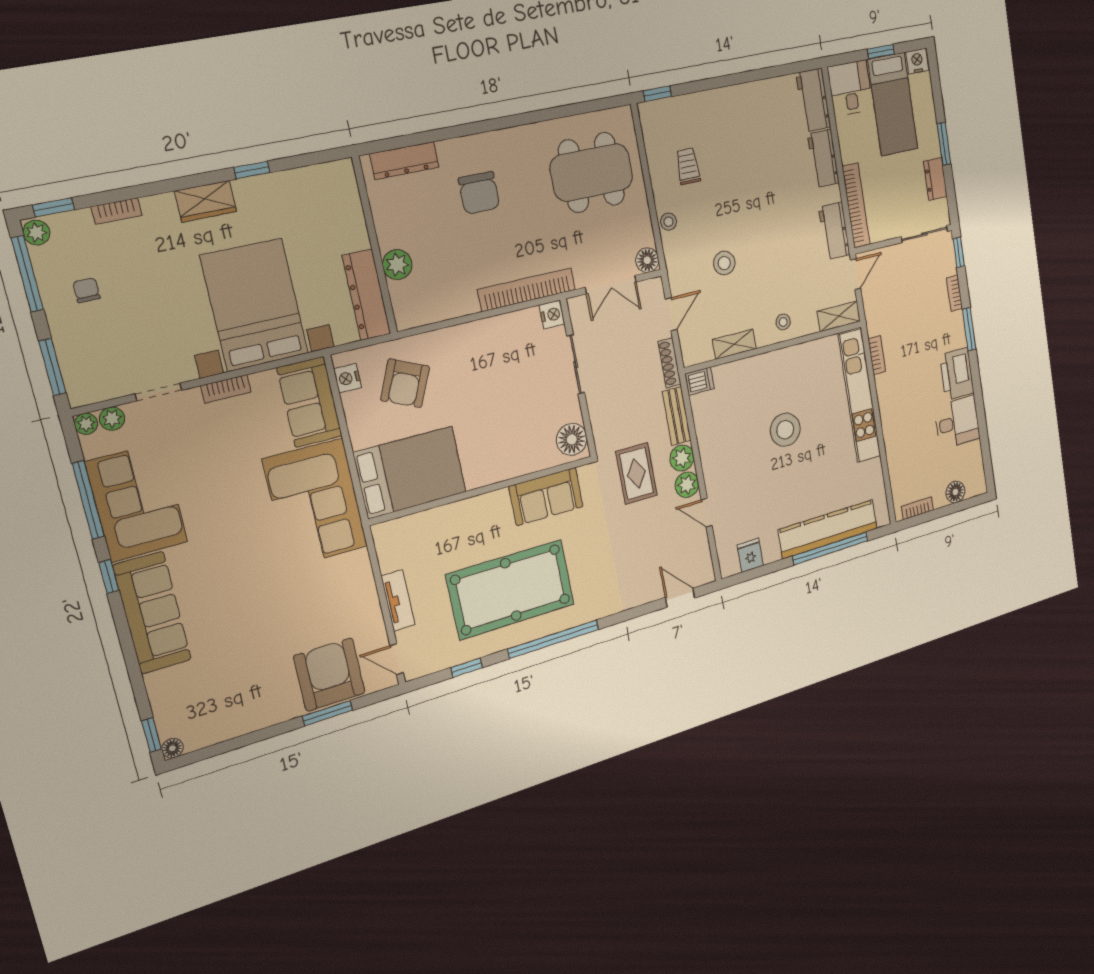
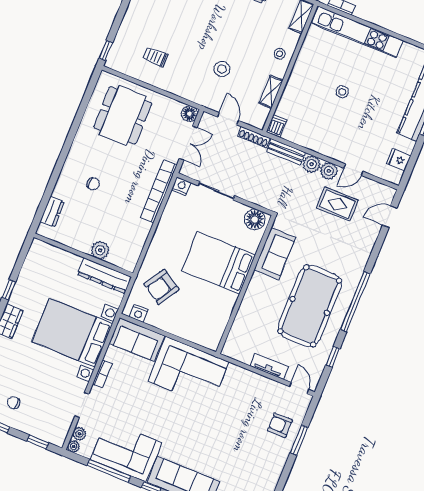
dresser: (404, 161) -> (52, 212), width x0.70
chair: (479, 193) -> (93, 184), width x0.54, depth x0.54
stool: (669, 222) -> (177, 88), removed
window: (52, 367) -> (38, 442), width x0.67
armchair: (405, 383) -> (162, 287), turned 98
stool: (785, 430) -> (342, 92), width x0.53, depth x0.53
bed: (410, 472) -> (219, 263), moved, turned -90
rug: (636, 473) -> (337, 204), moved
door: (397, 659) -> (299, 388), swing flipped
armchair: (329, 675) -> (280, 425), width x0.53, depth x0.53

